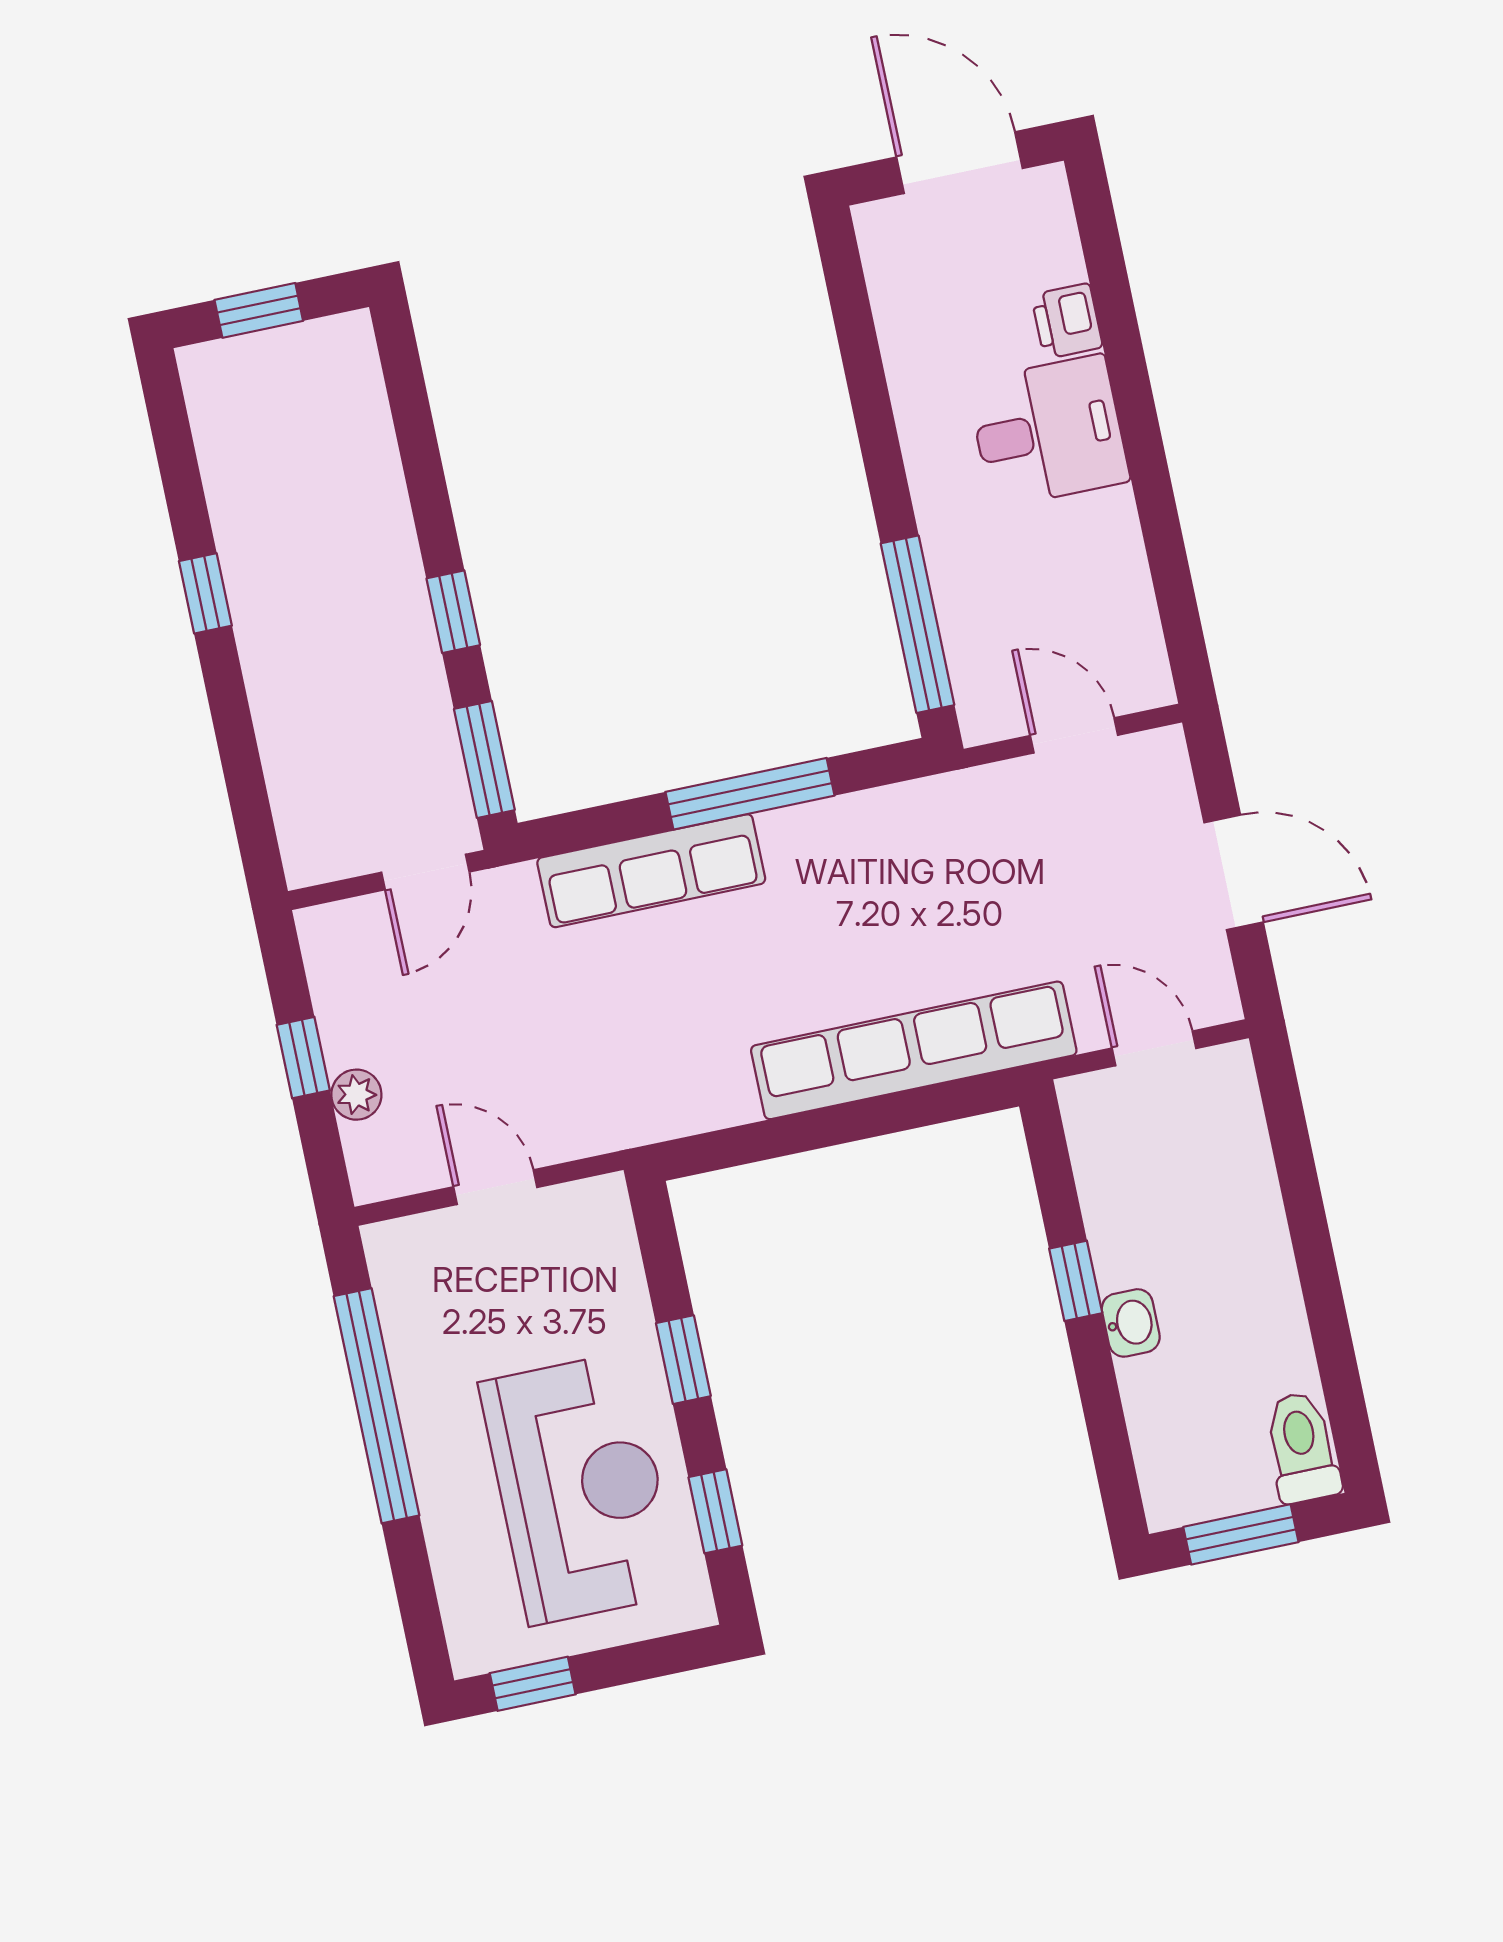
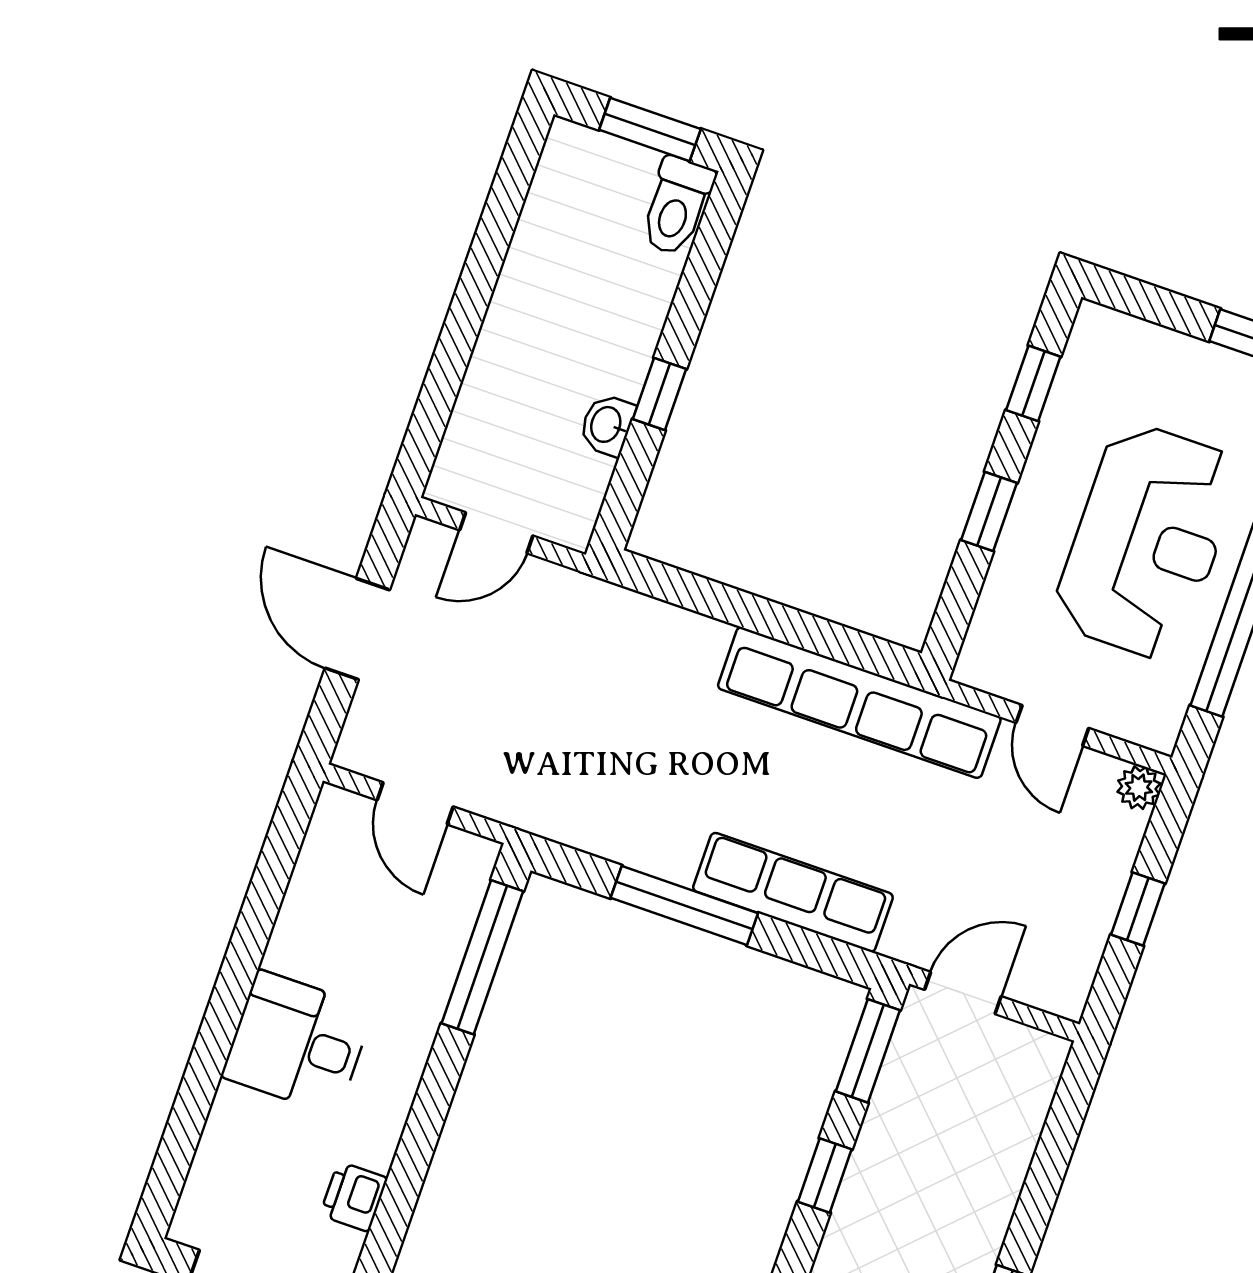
printer: (1067, 321) -> (354, 1197), moved, turned 180
door: (1154, 1048) -> (496, 533), hinge flipped
row of seats: (914, 1050) -> (859, 703), moved
plant: (356, 1095) -> (1139, 788), moved
washbasin: (1131, 1323) -> (607, 425), moved
toilet: (1302, 1447) -> (677, 206), moved
reception desk: (580, 1489) -> (1147, 541), moved, turned 180

